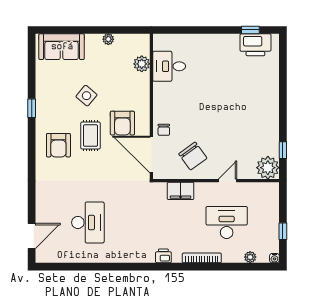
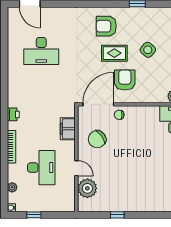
armchair: (122, 123) -> (125, 80), turned 90
window: (283, 150) -> (117, 215), moved
plant: (268, 168) -> (87, 188), moved

